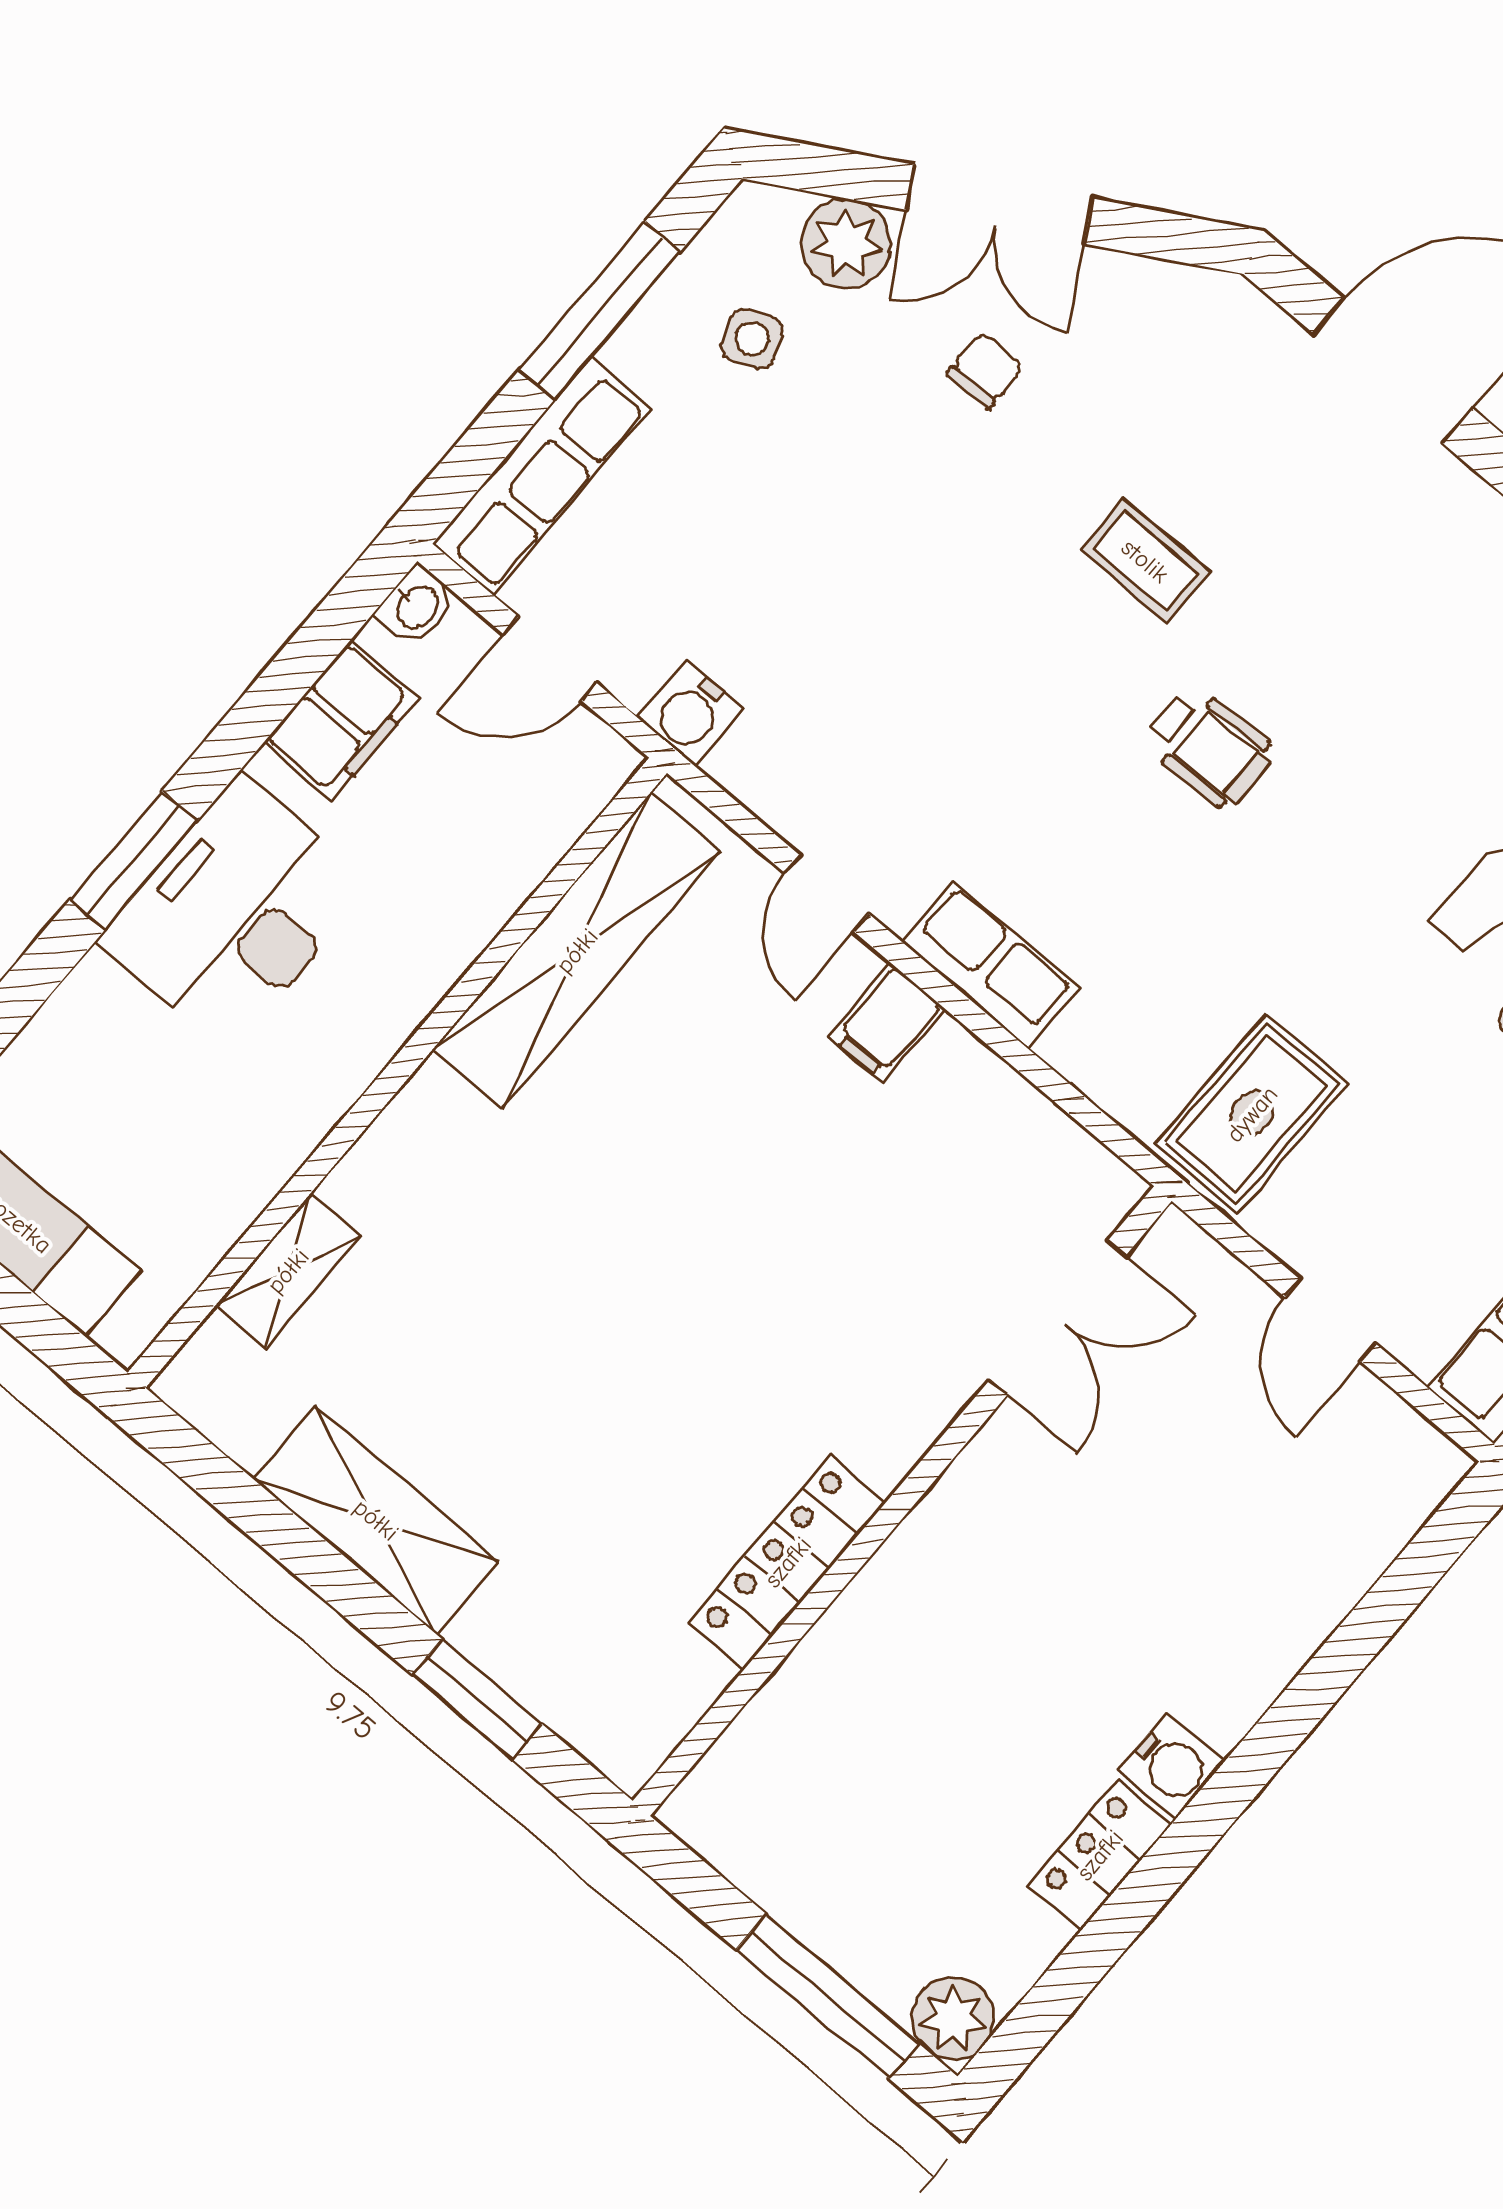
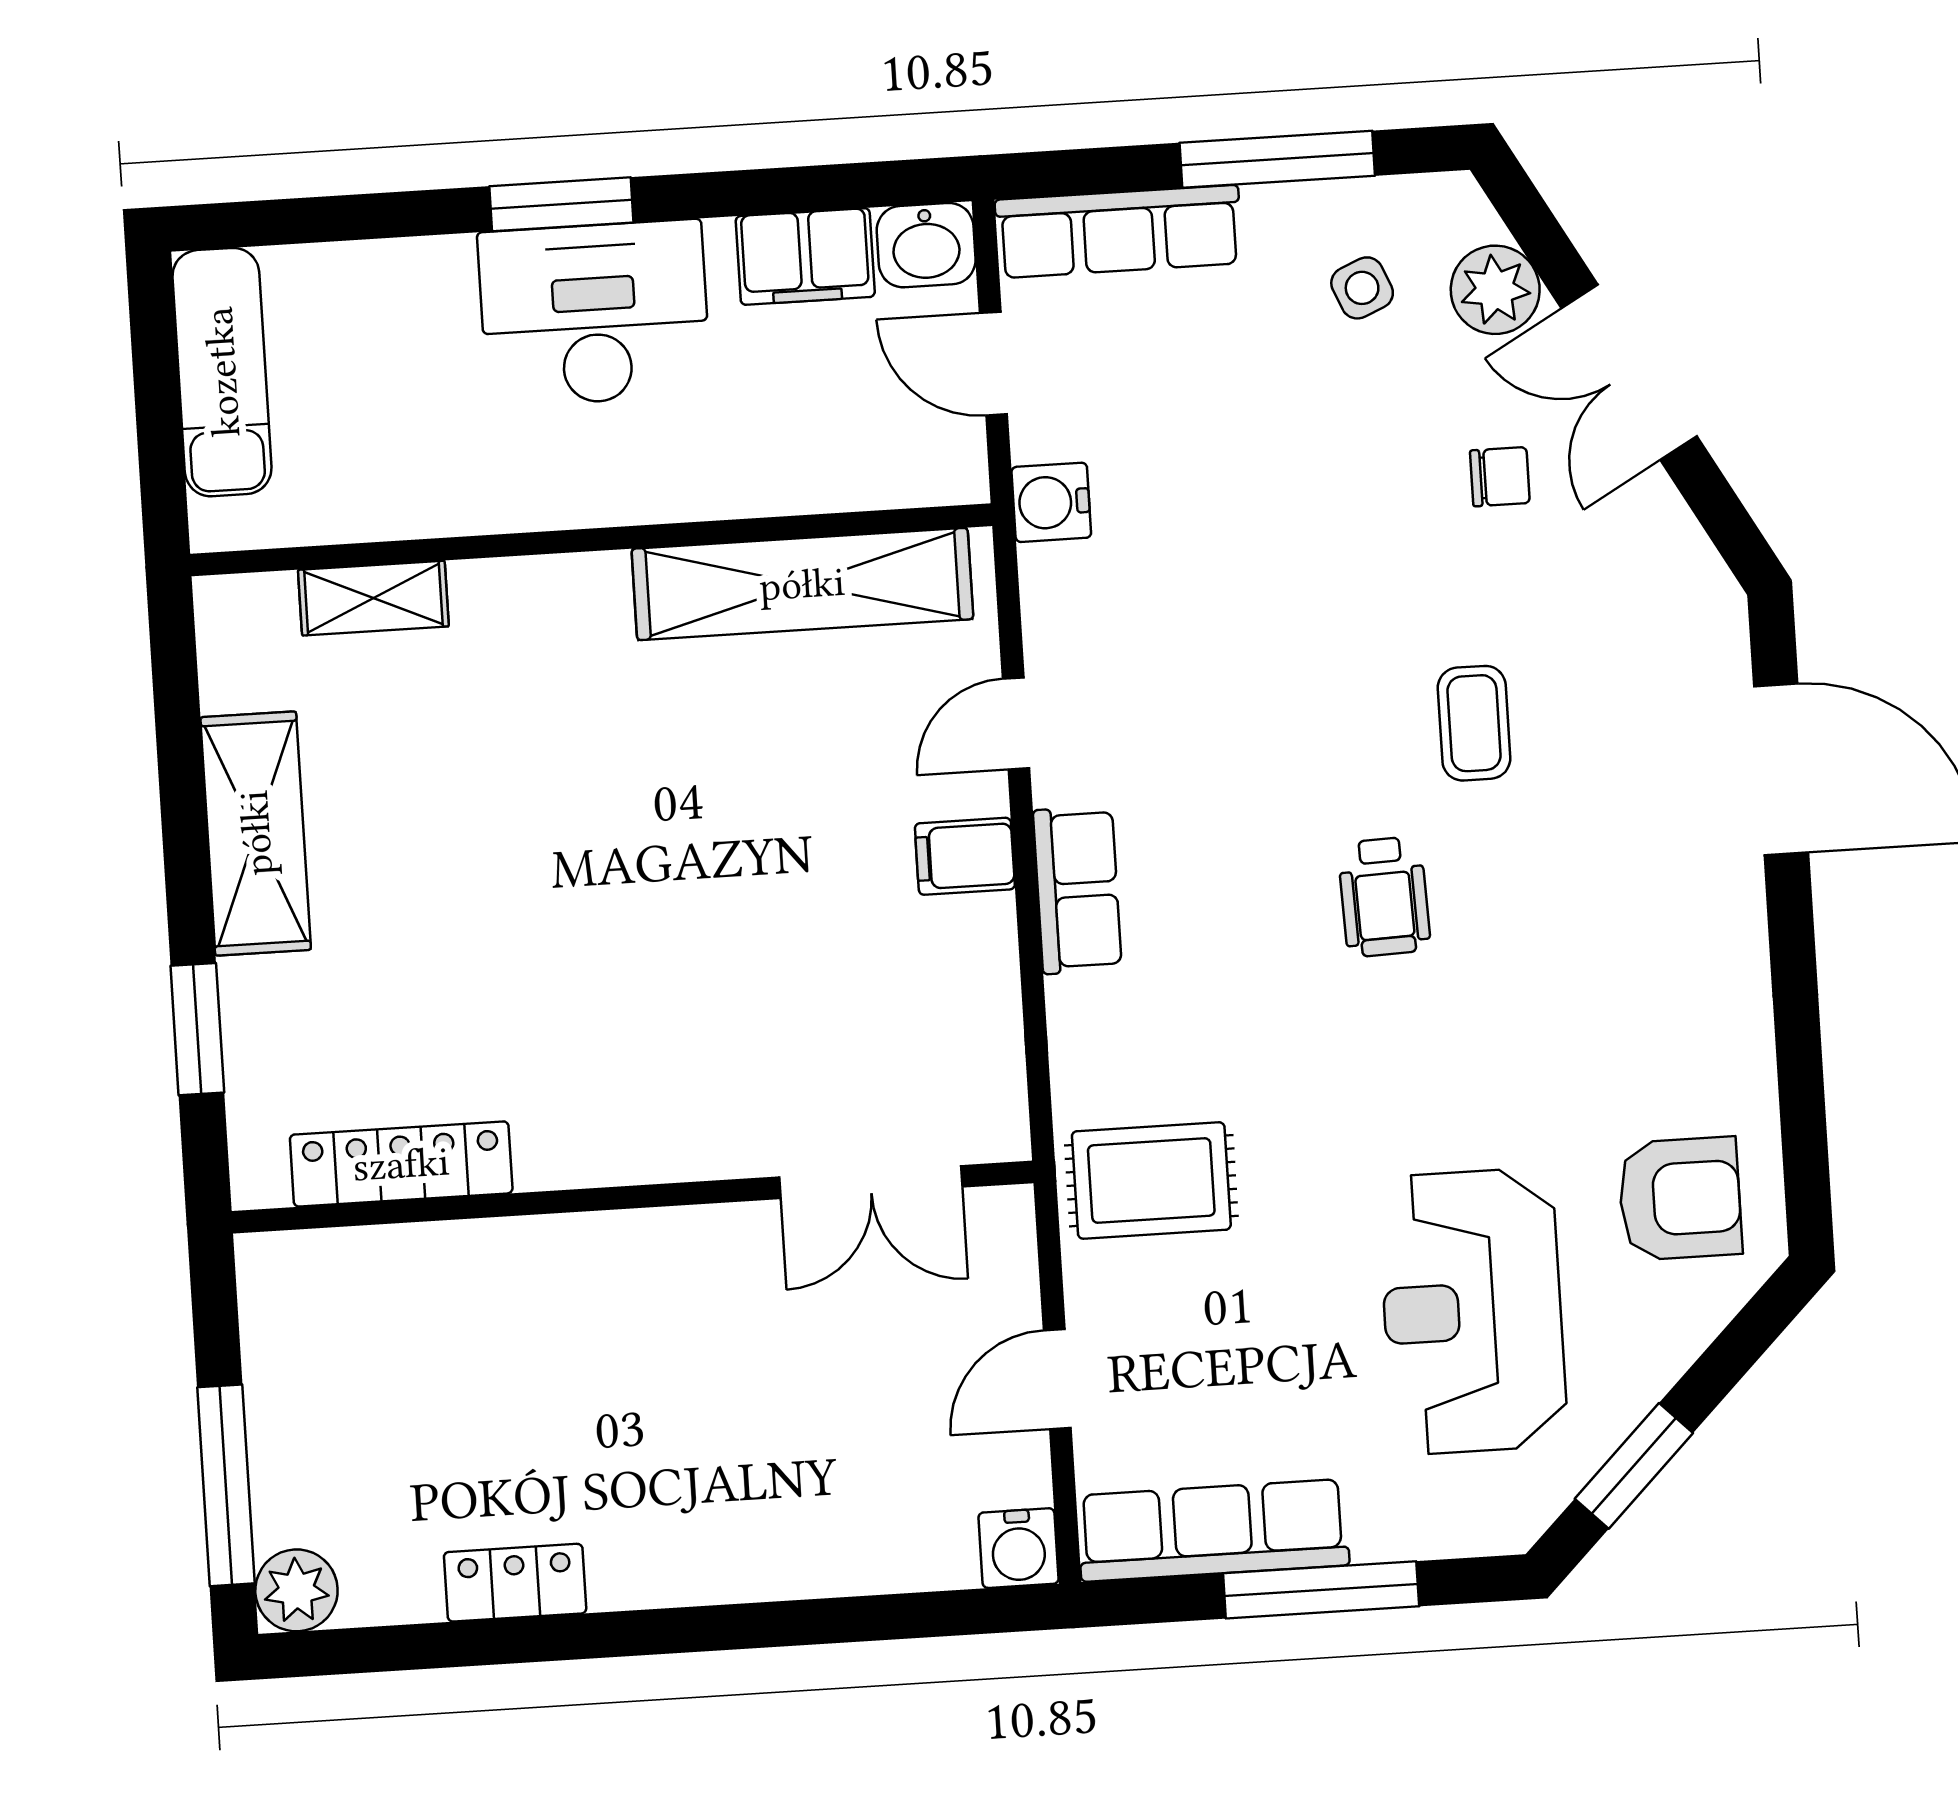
washbasin: (416, 606) -> (926, 245), width x1.38, depth x1.45
locker: (788, 1562) -> (401, 1164), moved
water cooler: (1171, 1766) -> (1019, 1548), moved

